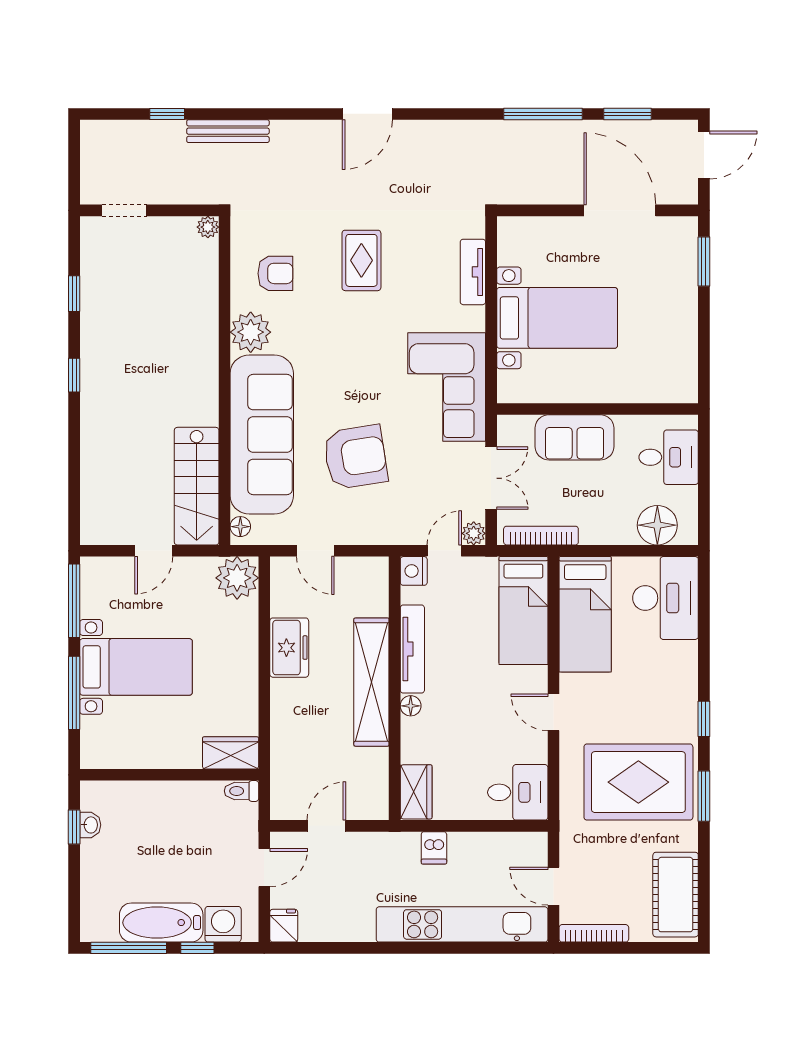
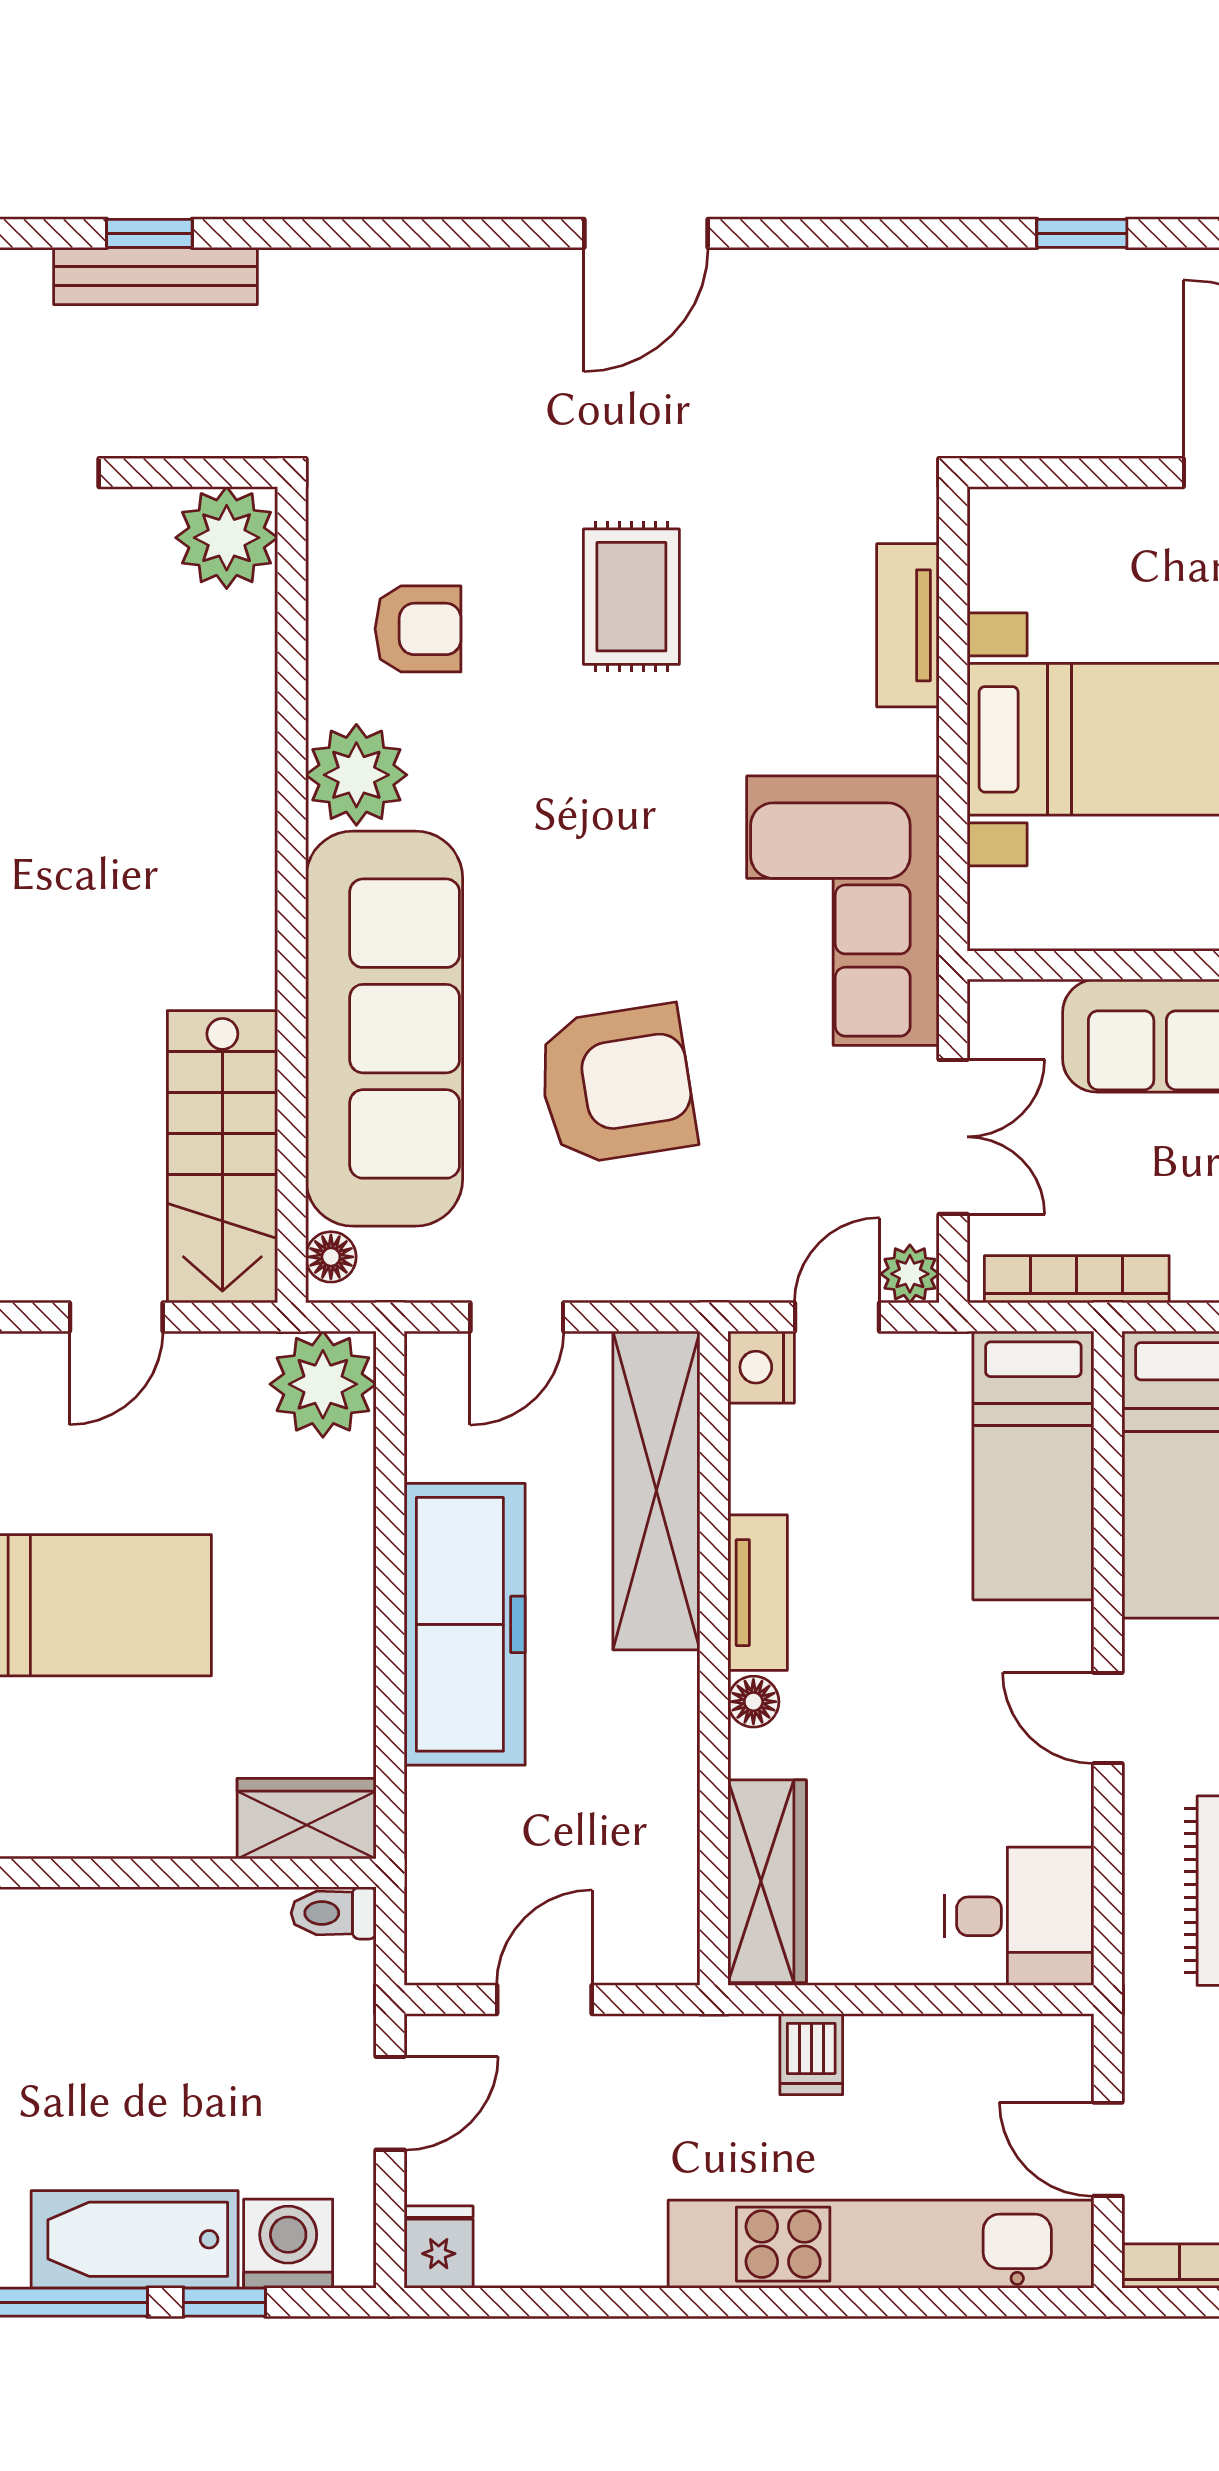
window: (543, 114) -> (1082, 233), width x0.46
bench: (228, 131) -> (155, 276), moved
plant: (208, 227) -> (227, 538), width x1.88, depth x1.88
door: (315, 551) -> (517, 1317), hinge flipped
freezer: (289, 648) -> (465, 1624), width x1.91, depth x1.26
tv unit: (412, 649) -> (758, 1593), width x0.71
shelving: (371, 682) -> (656, 1490), moved
wardrobe: (416, 792) -> (767, 1881), width x1.50

